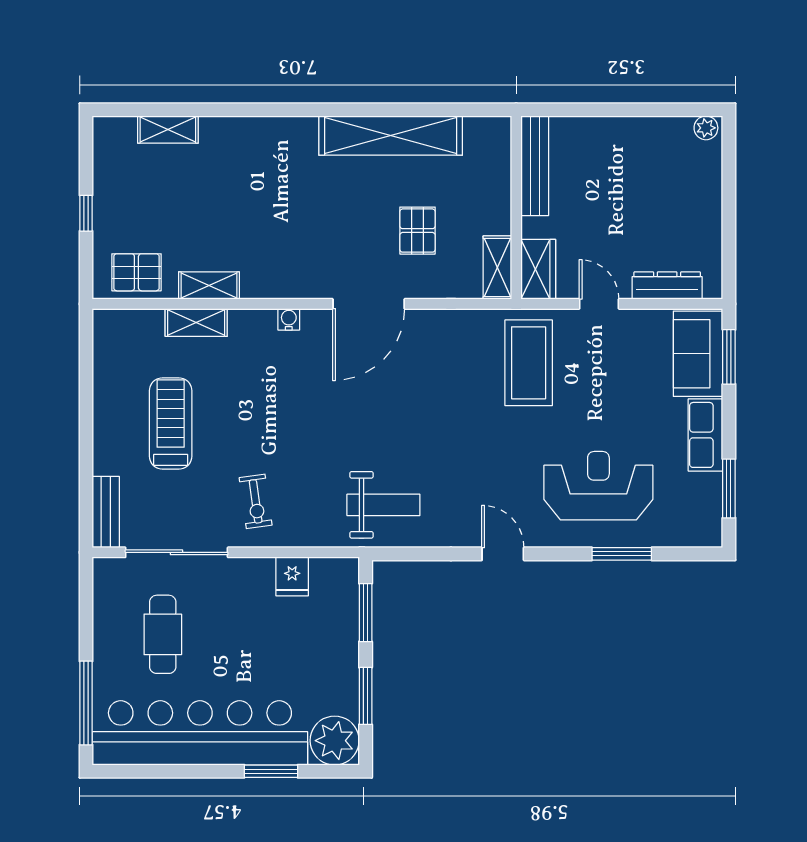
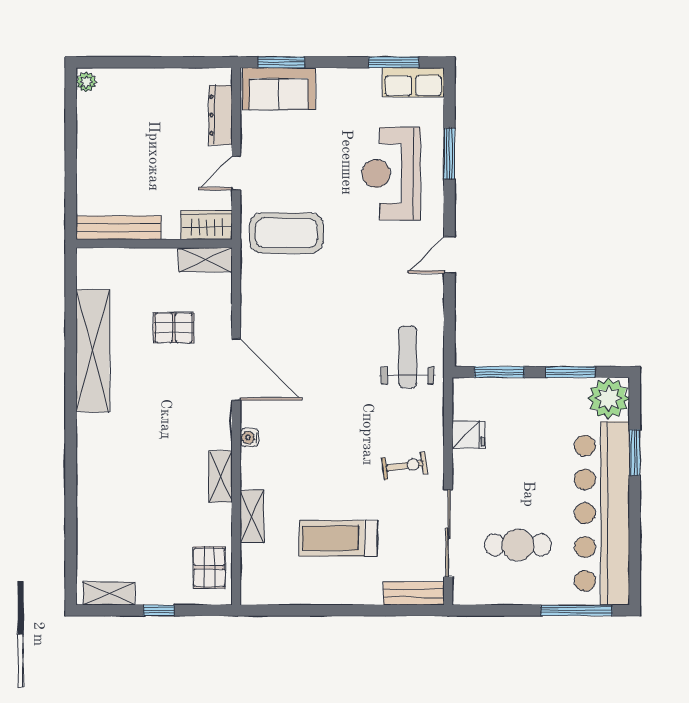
shelving: (168, 130) -> (109, 593), moved, turned 90
shelving: (209, 286) -> (221, 476), moved
row of seats: (705, 435) -> (413, 82), moved

